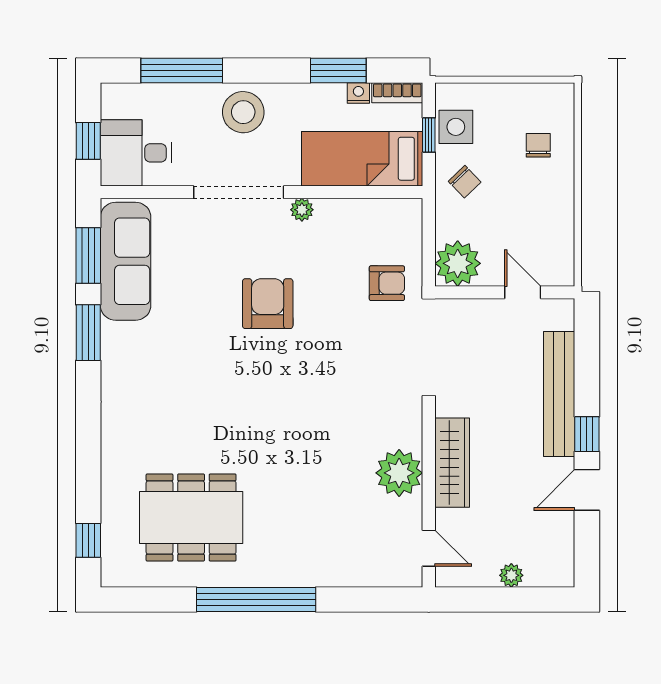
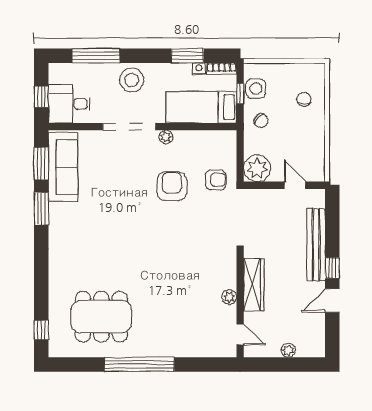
armchair: (268, 304) -> (172, 186), moved
plant: (399, 473) -> (229, 297), width x0.53, depth x0.53

